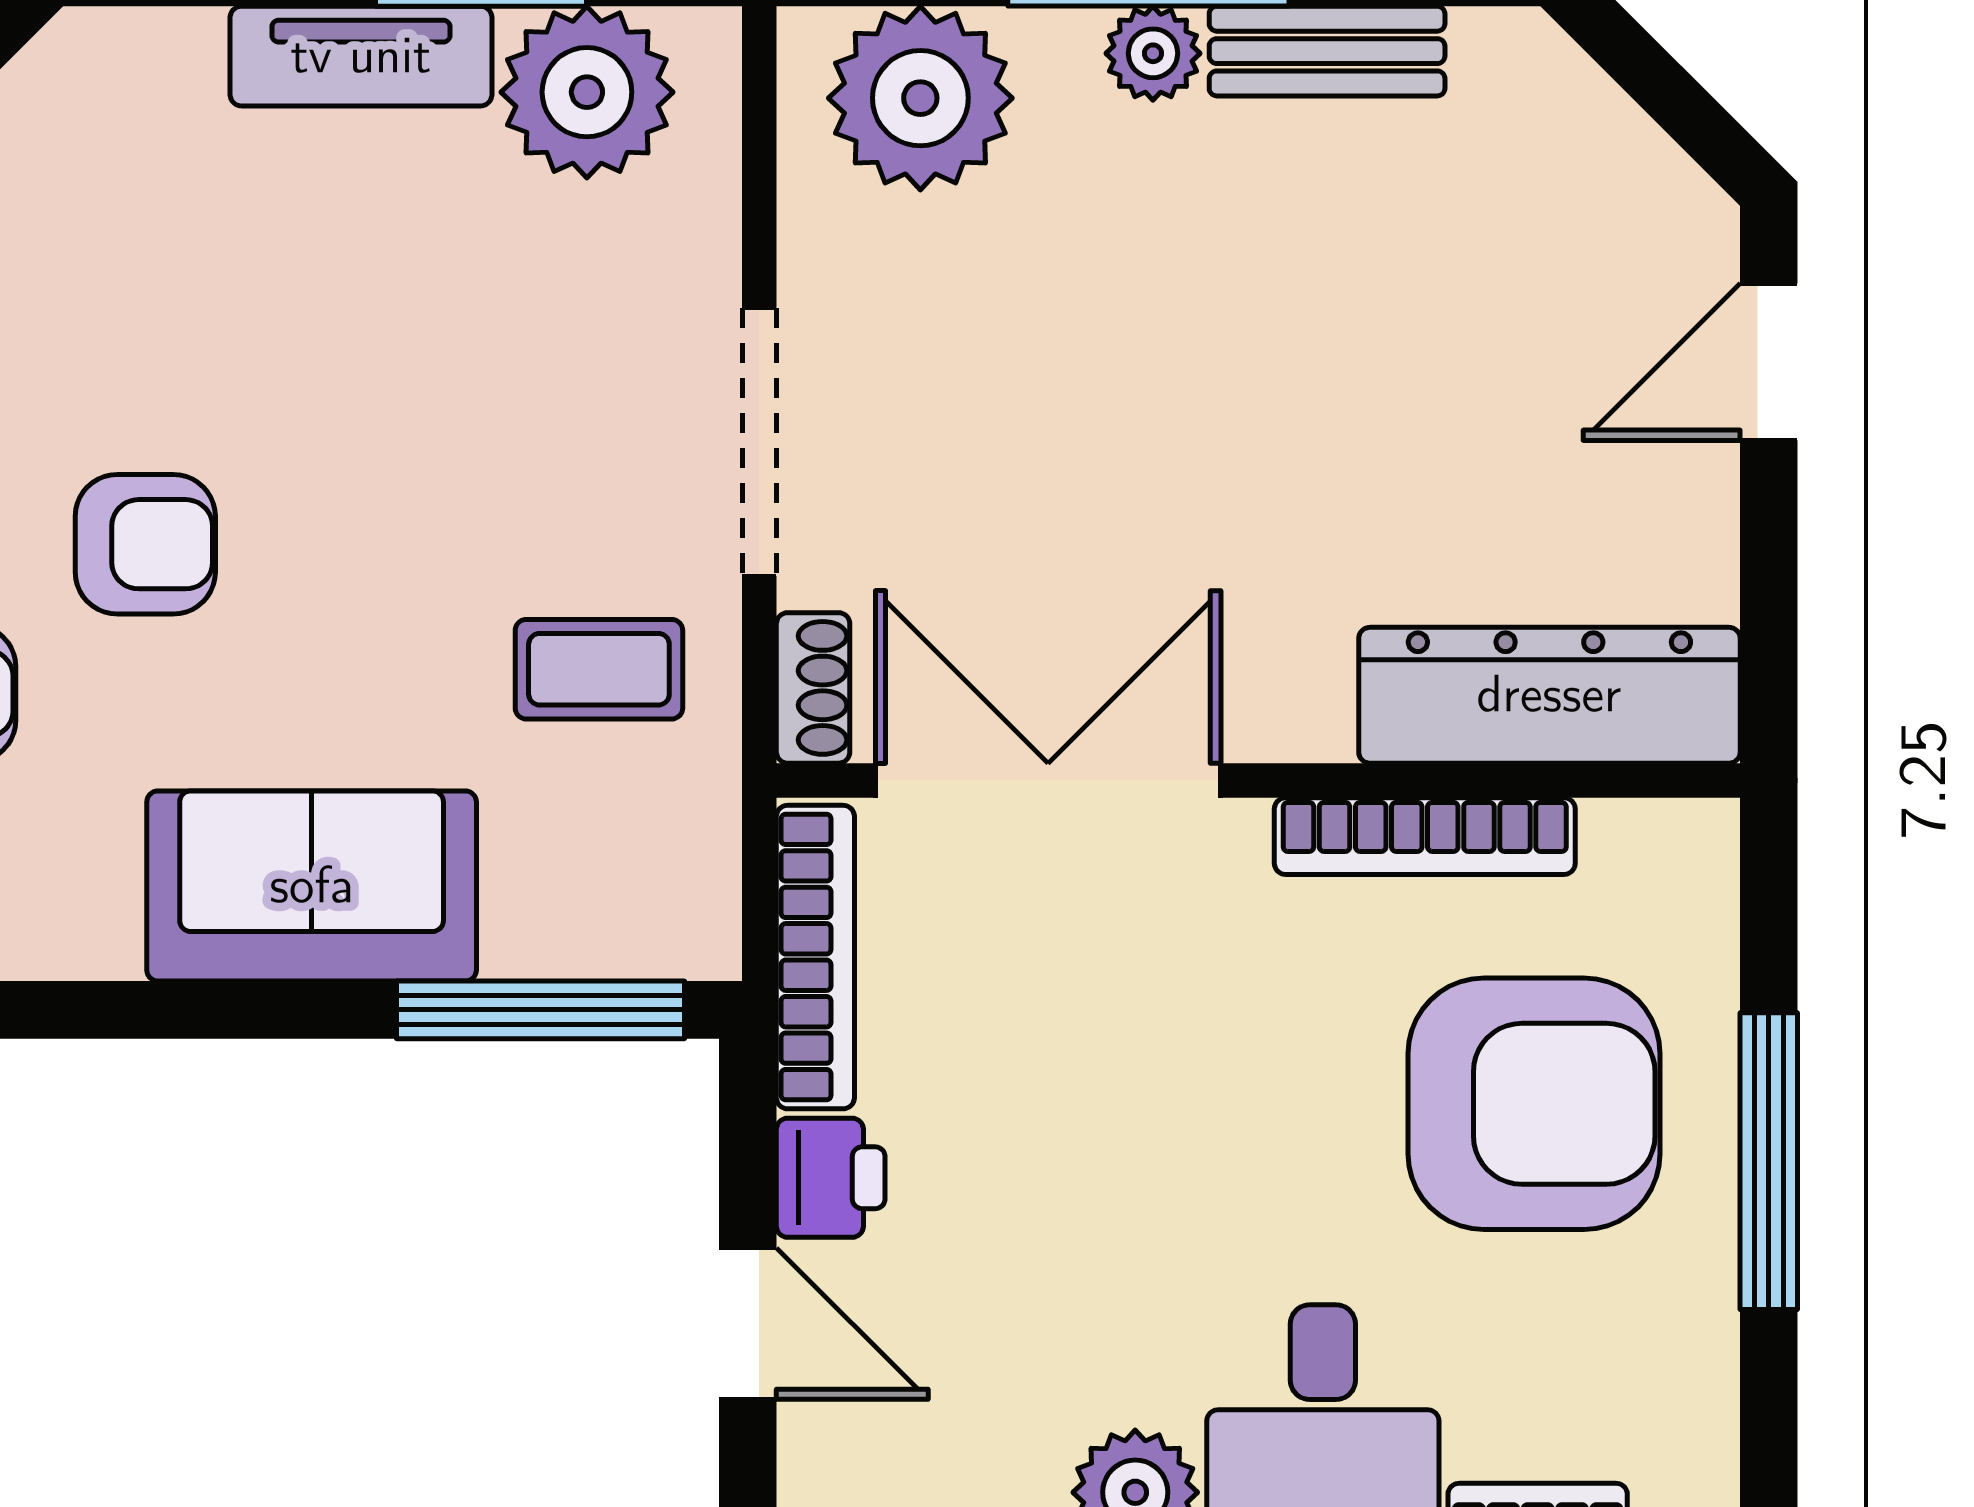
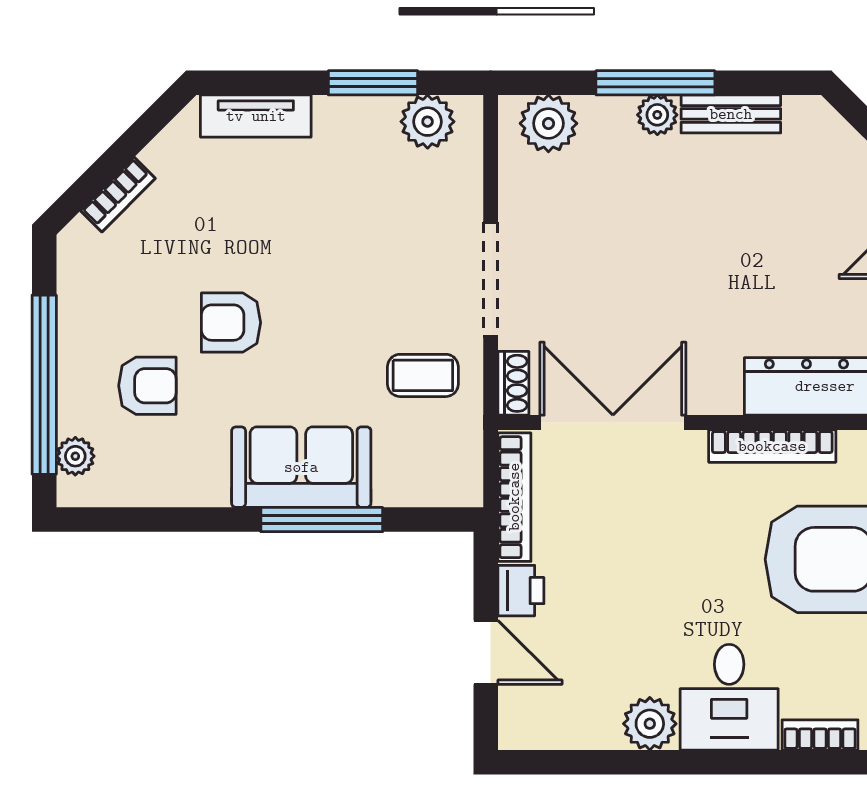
tv unit: (361, 56) -> (256, 116), moved
plant: (587, 92) -> (428, 122), width x0.73, depth x0.73
plant: (920, 98) -> (548, 123), width x0.73, depth x0.73
armchair: (145, 544) -> (231, 323), turned 180
window: (541, 1010) -> (322, 520), moved

